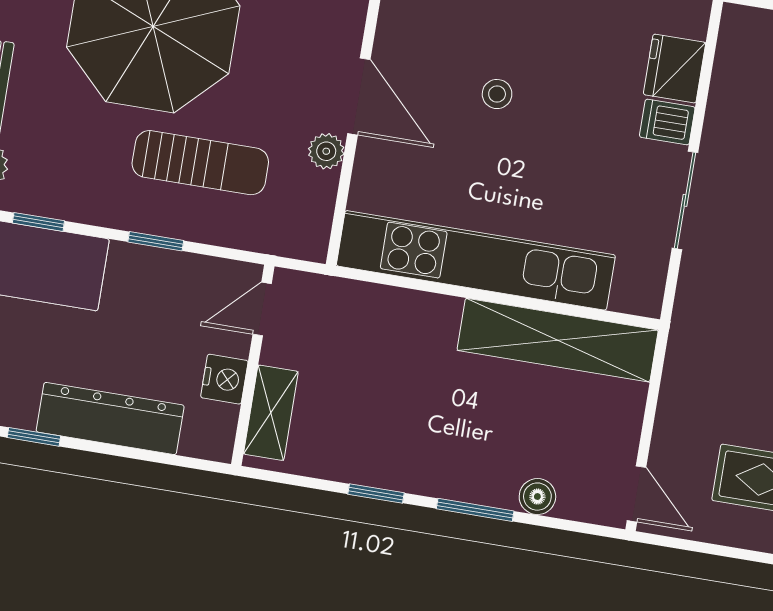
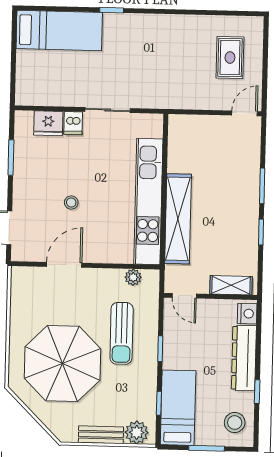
door: (359, 97) -> (64, 265), moved
plant: (326, 151) -> (133, 277), moved
sun lounger: (200, 163) -> (122, 333), turned 180
shelving: (558, 340) -> (178, 219), moved
nightstand: (224, 379) -> (247, 314), moved, turned 90
boiler: (537, 497) -> (252, 158), removed

